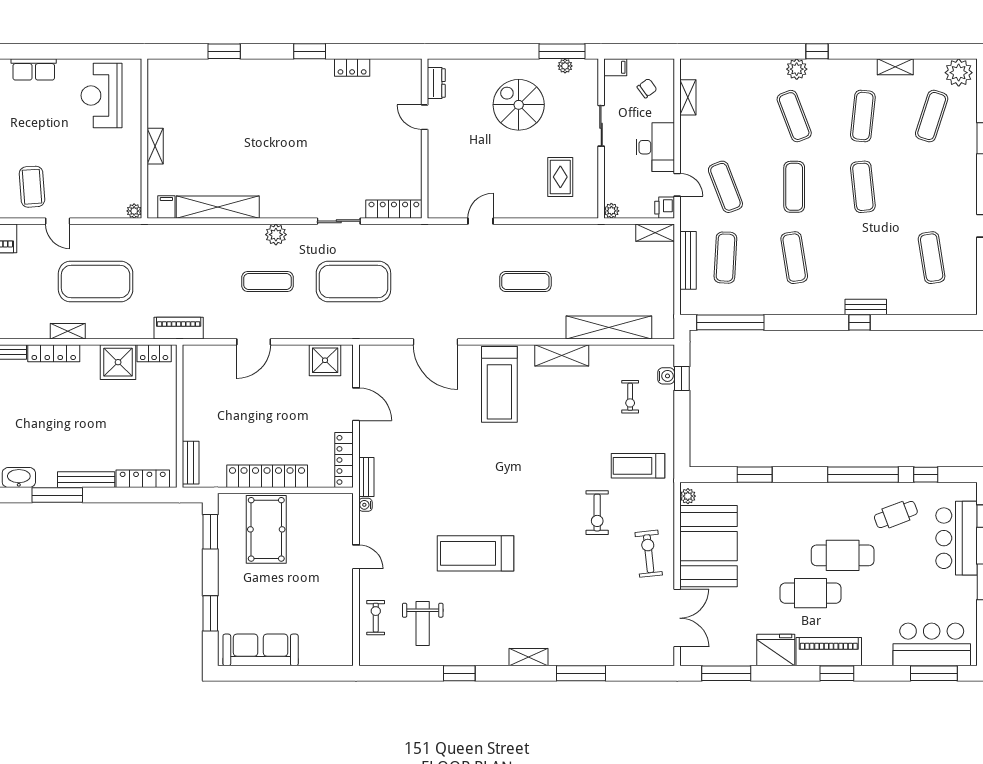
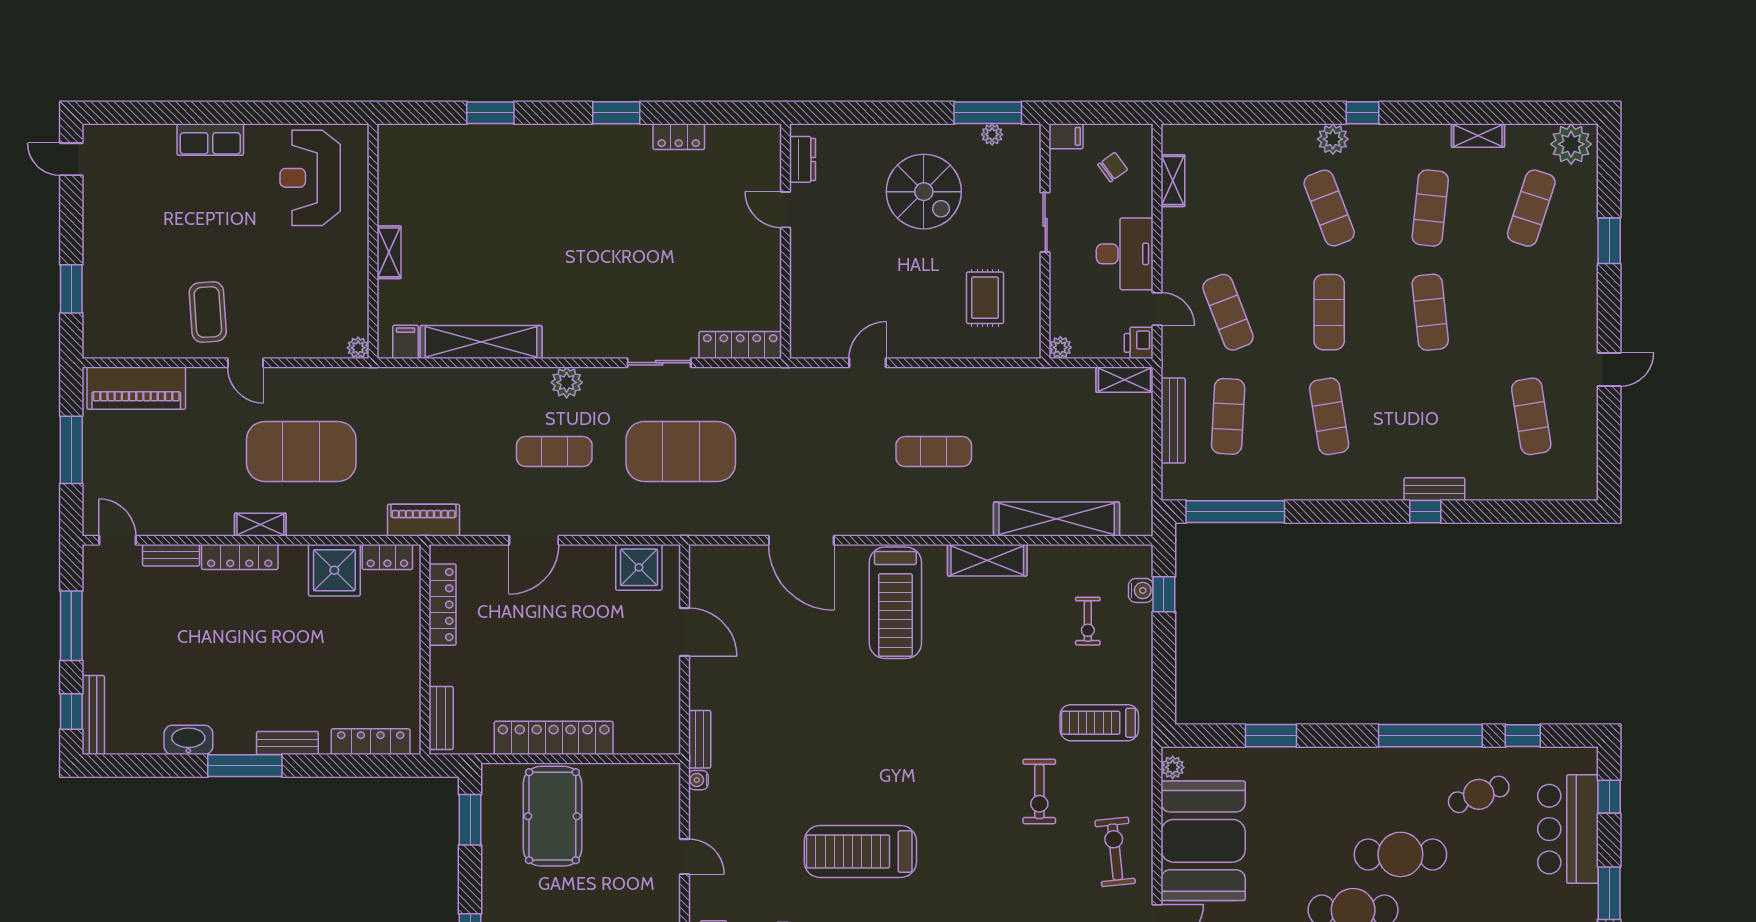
spiral stairs: (519, 105) -> (924, 192), turned 180
locker: (344, 460) -> (443, 605), moved, turned 180
bench: (86, 480) -> (287, 743), width x0.73

